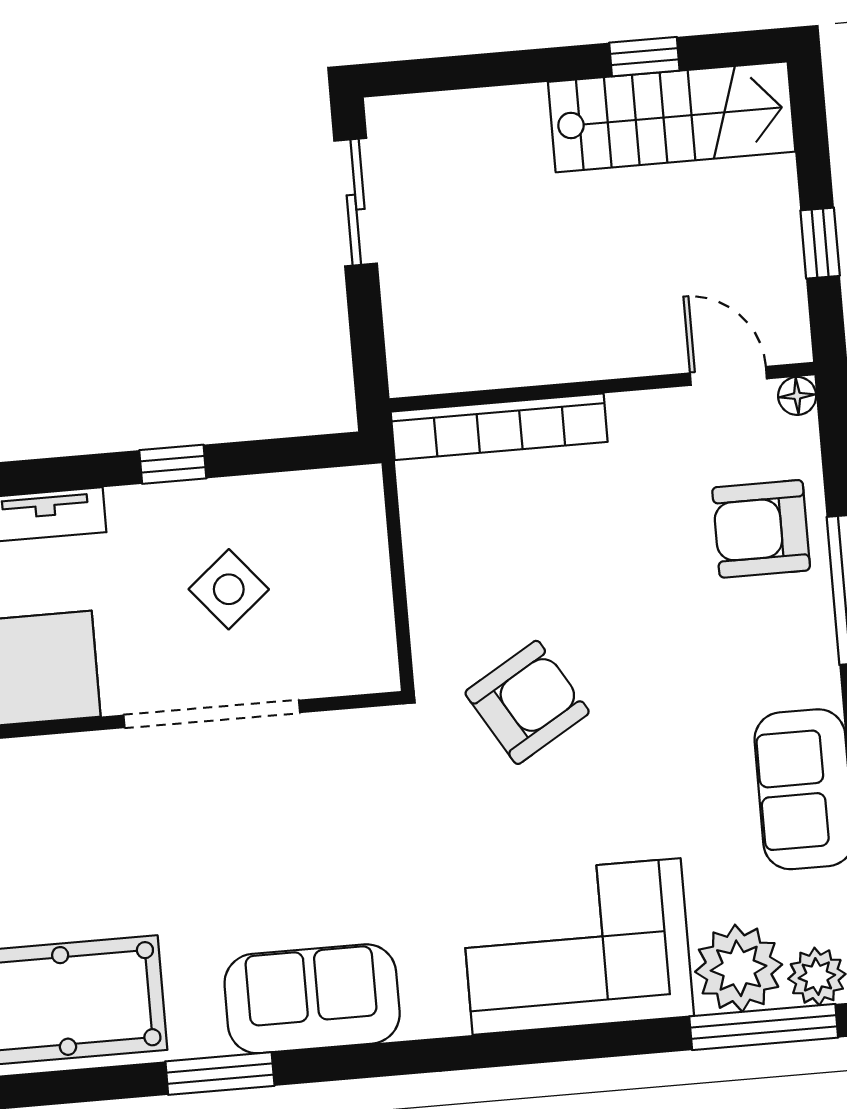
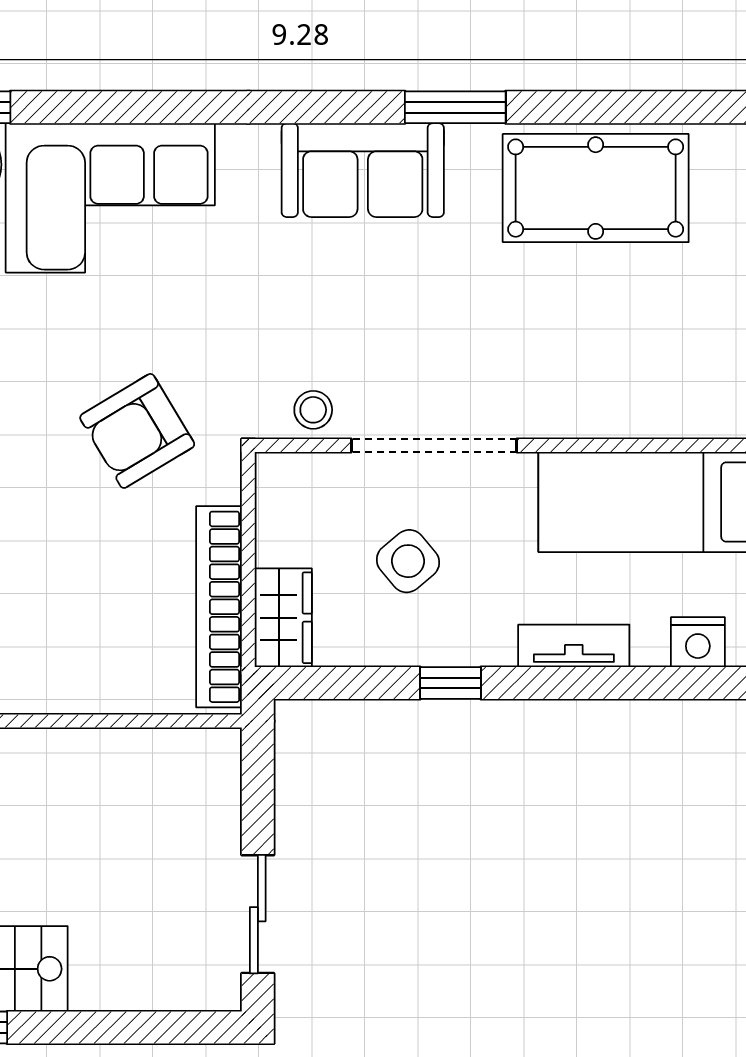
bookcase: (499, 427) -> (219, 607), moved, turned -90
wardrobe: (356, 518) -> (283, 618), added
stool: (343, 741) -> (313, 410), added

